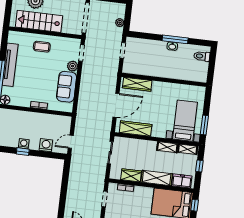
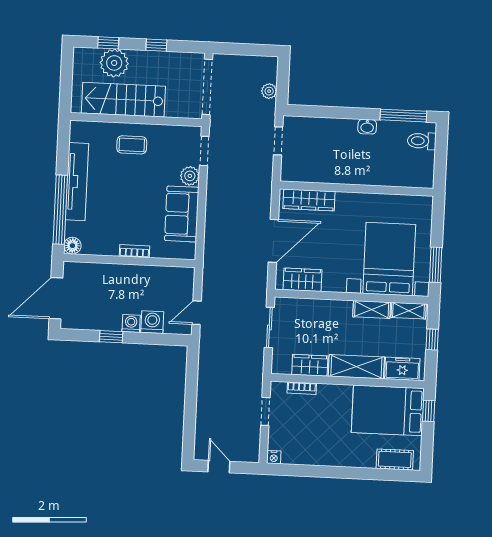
window: (175, 39) -> (403, 116), moved
bed with nightstands: (185, 121) -> (389, 259), width x1.36
wardrobe: (136, 128) -> (302, 280), width x0.67
washing machine: (24, 144) -> (131, 323), moved

